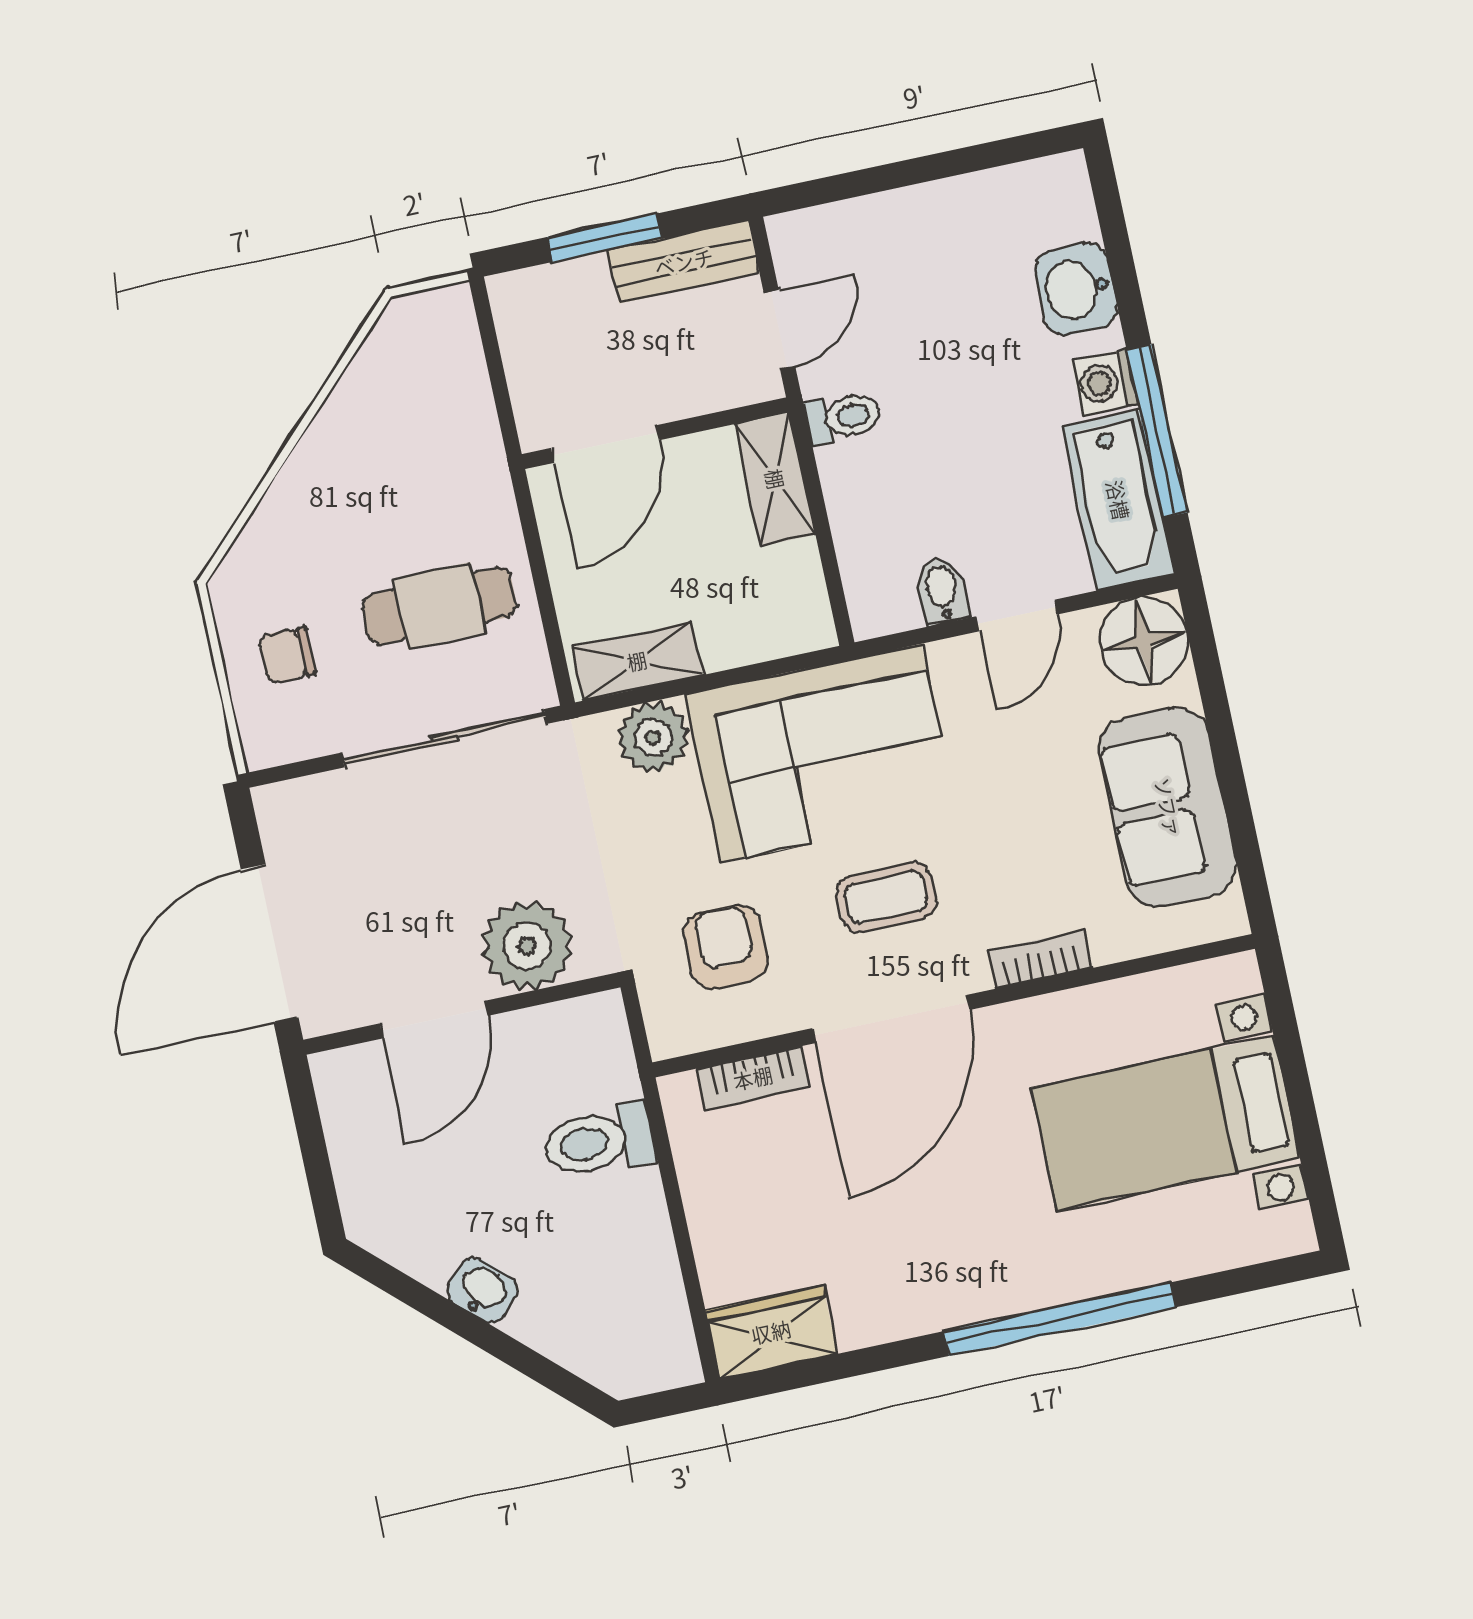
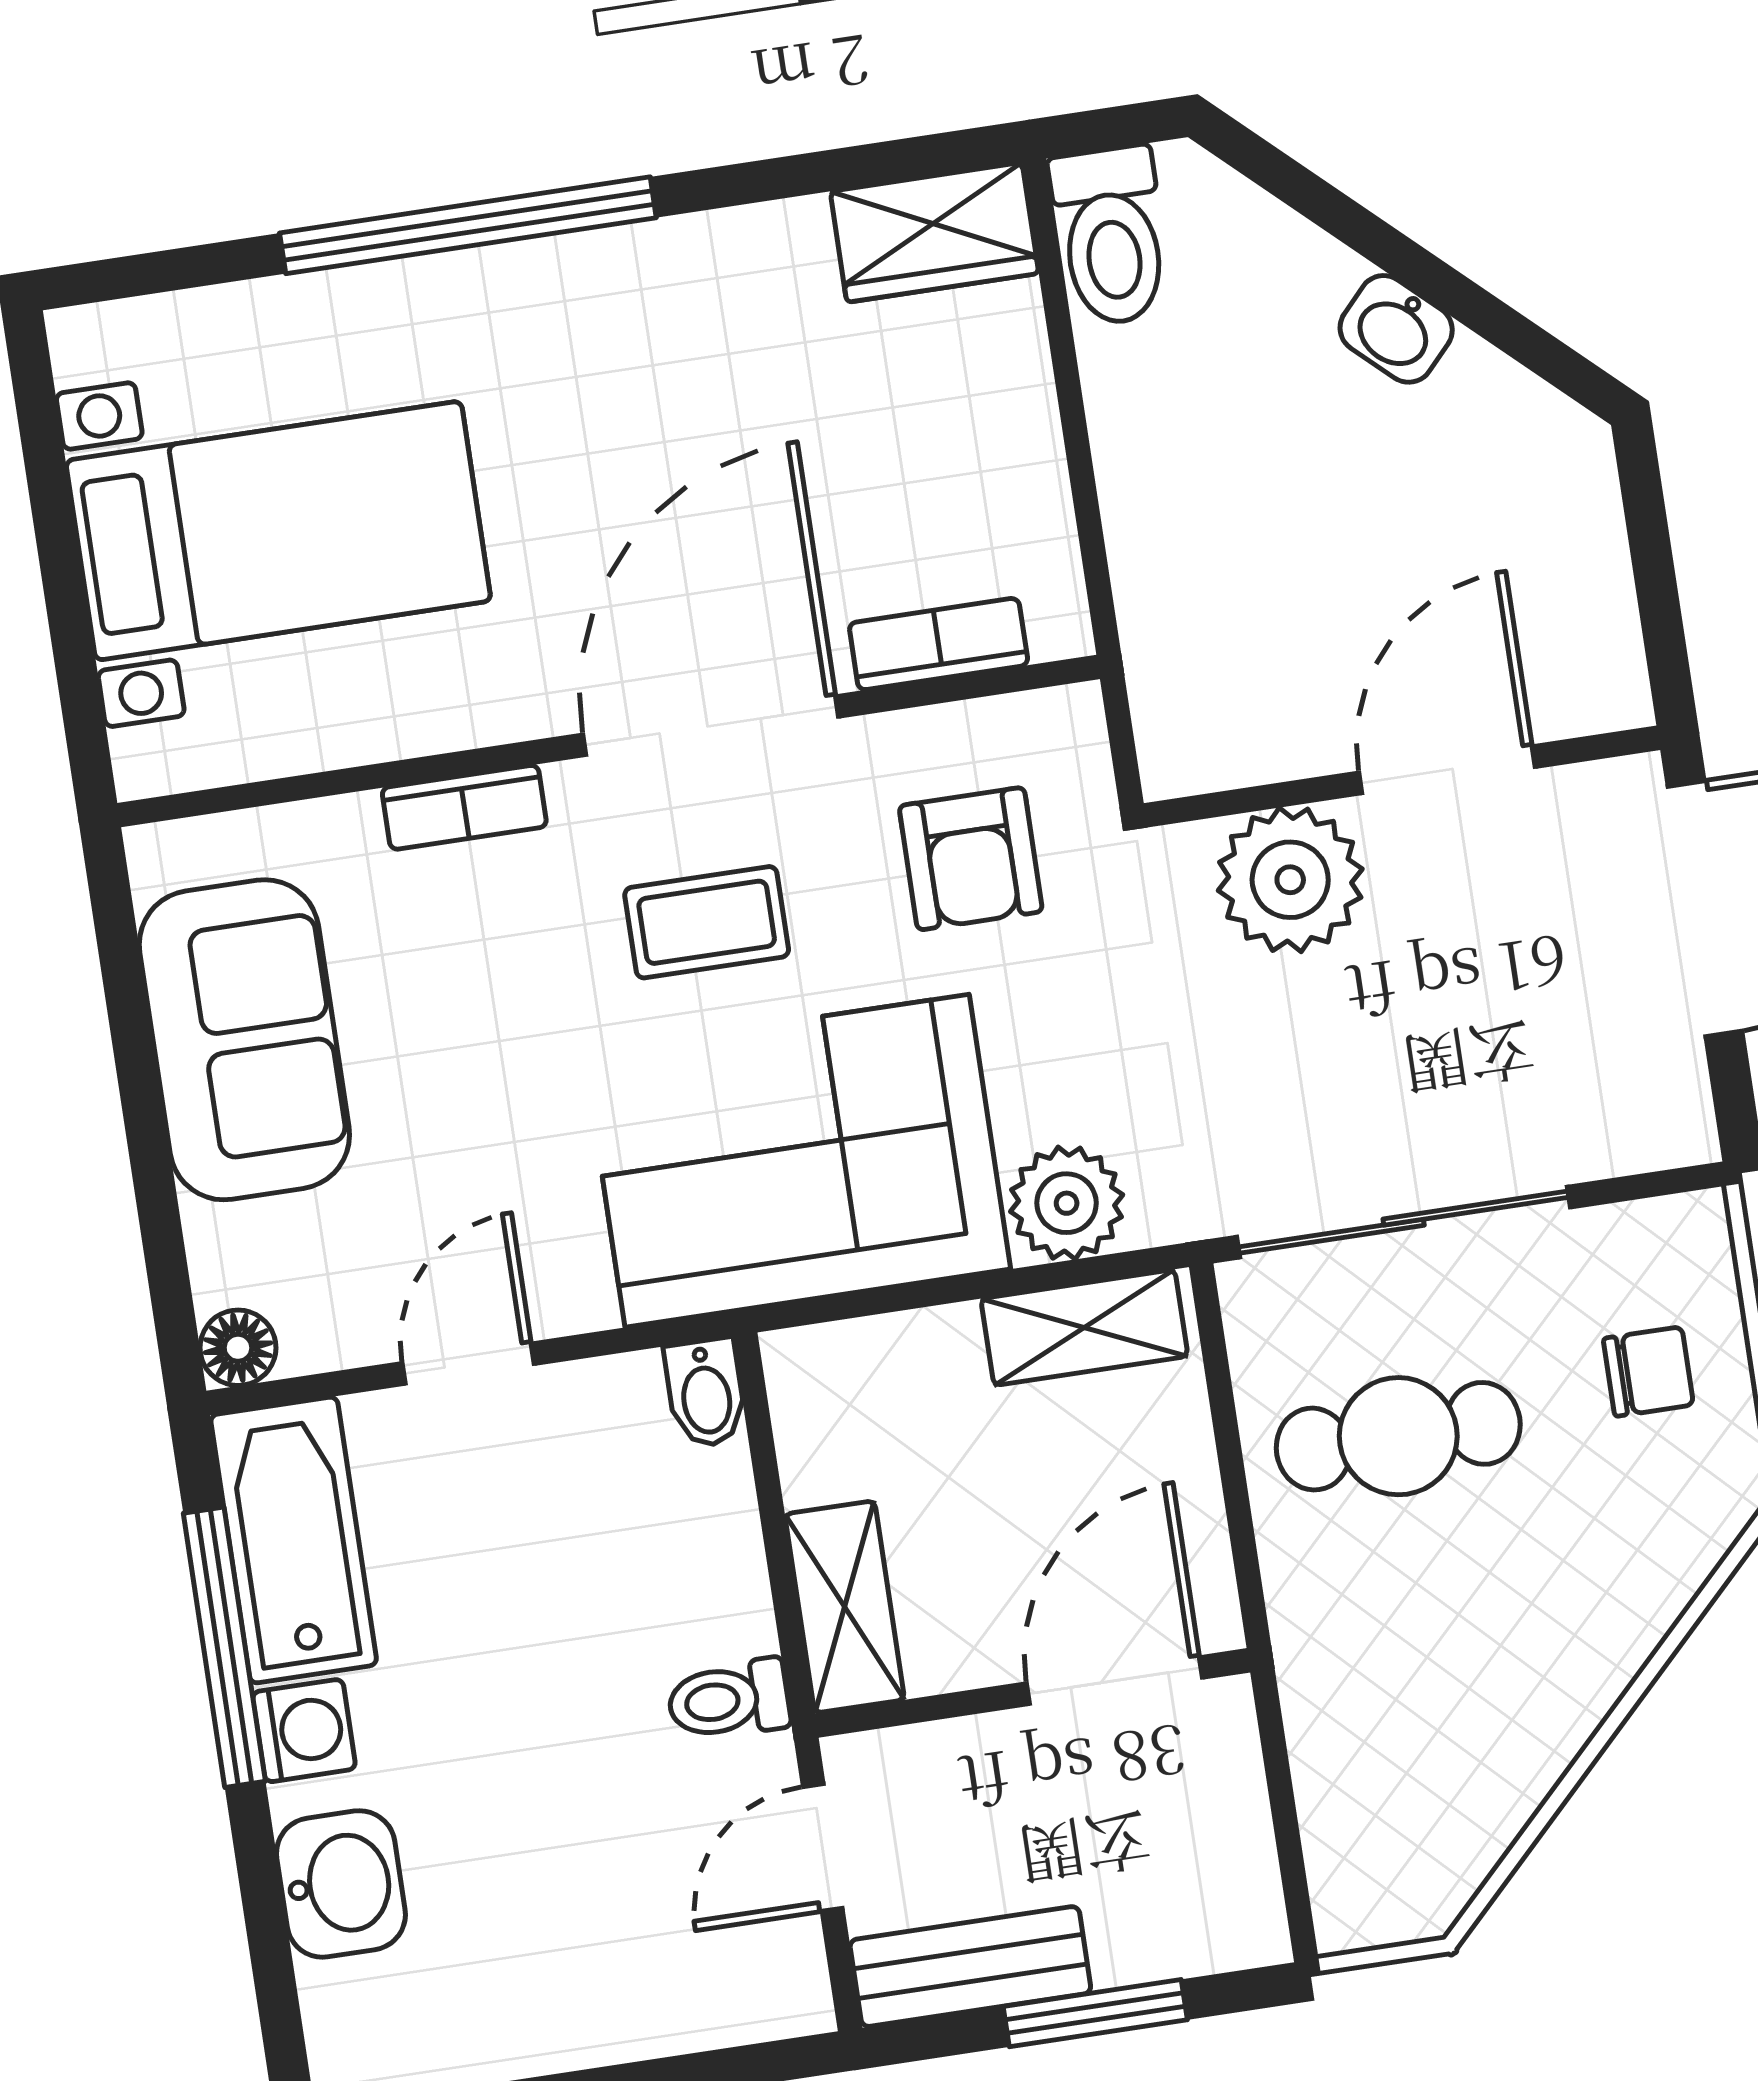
bidet: (942, 591) -> (706, 1393), moved
floor lamp: (1144, 641) -> (238, 1348), width x0.53, depth x0.53
toilet: (599, 1141) -> (1111, 236), moved, turned 90

